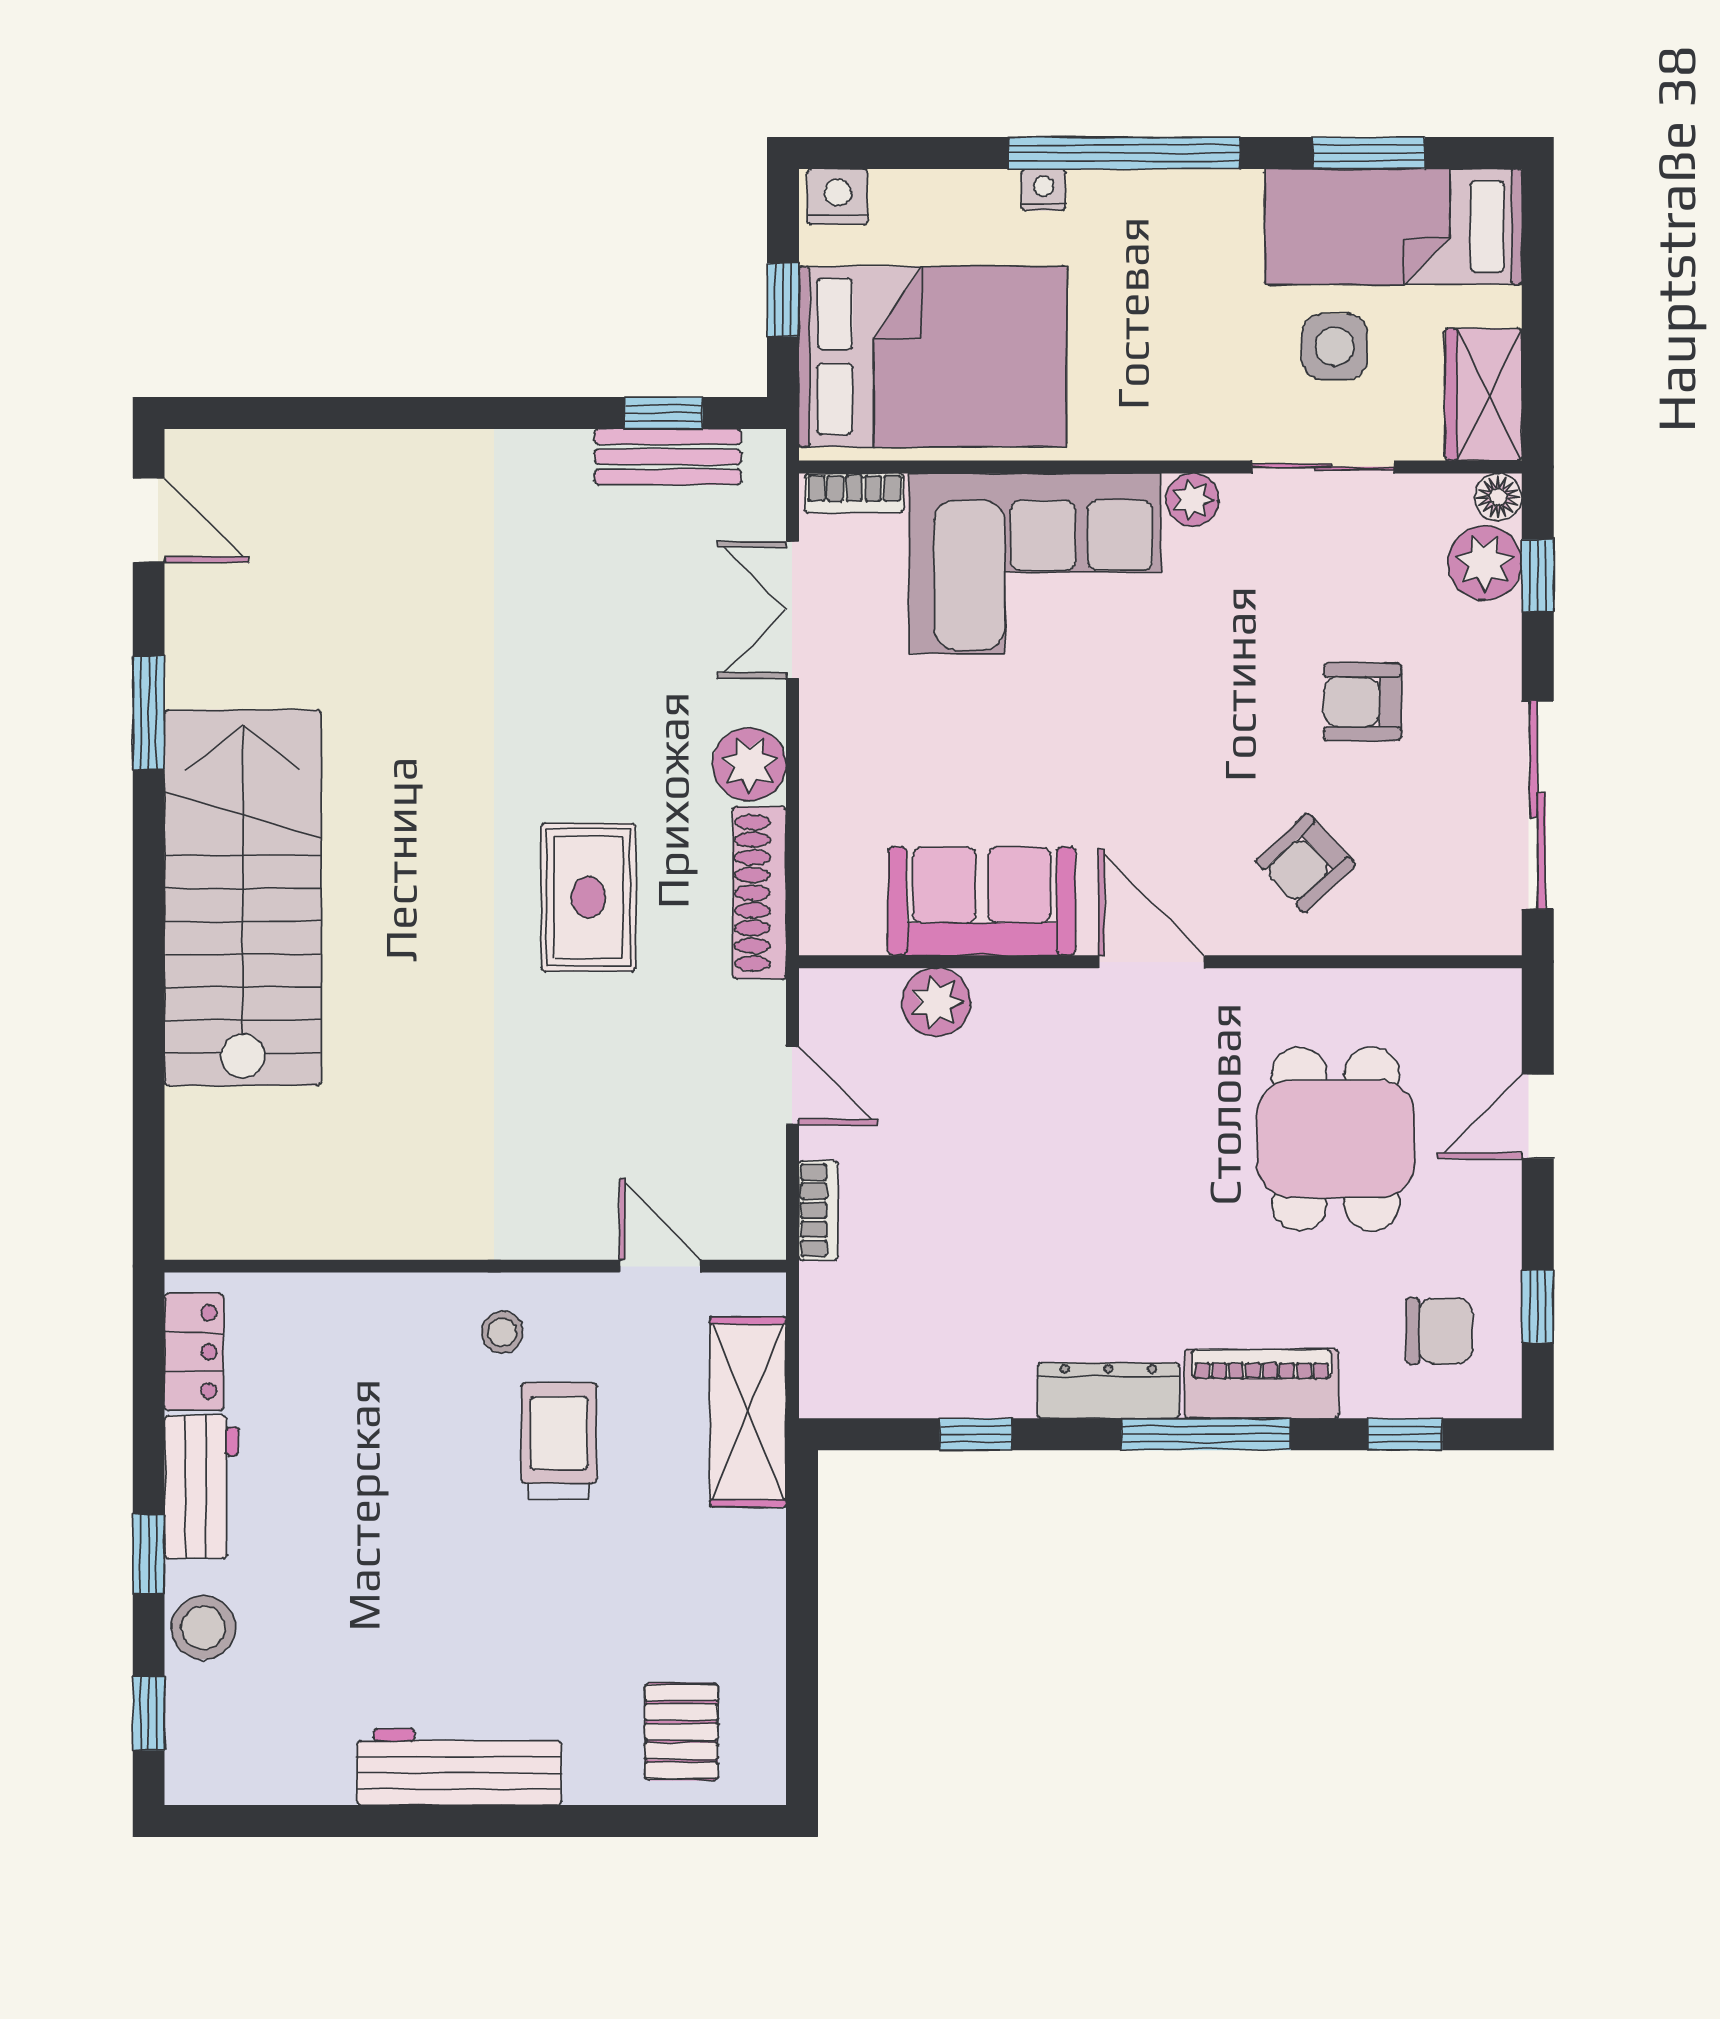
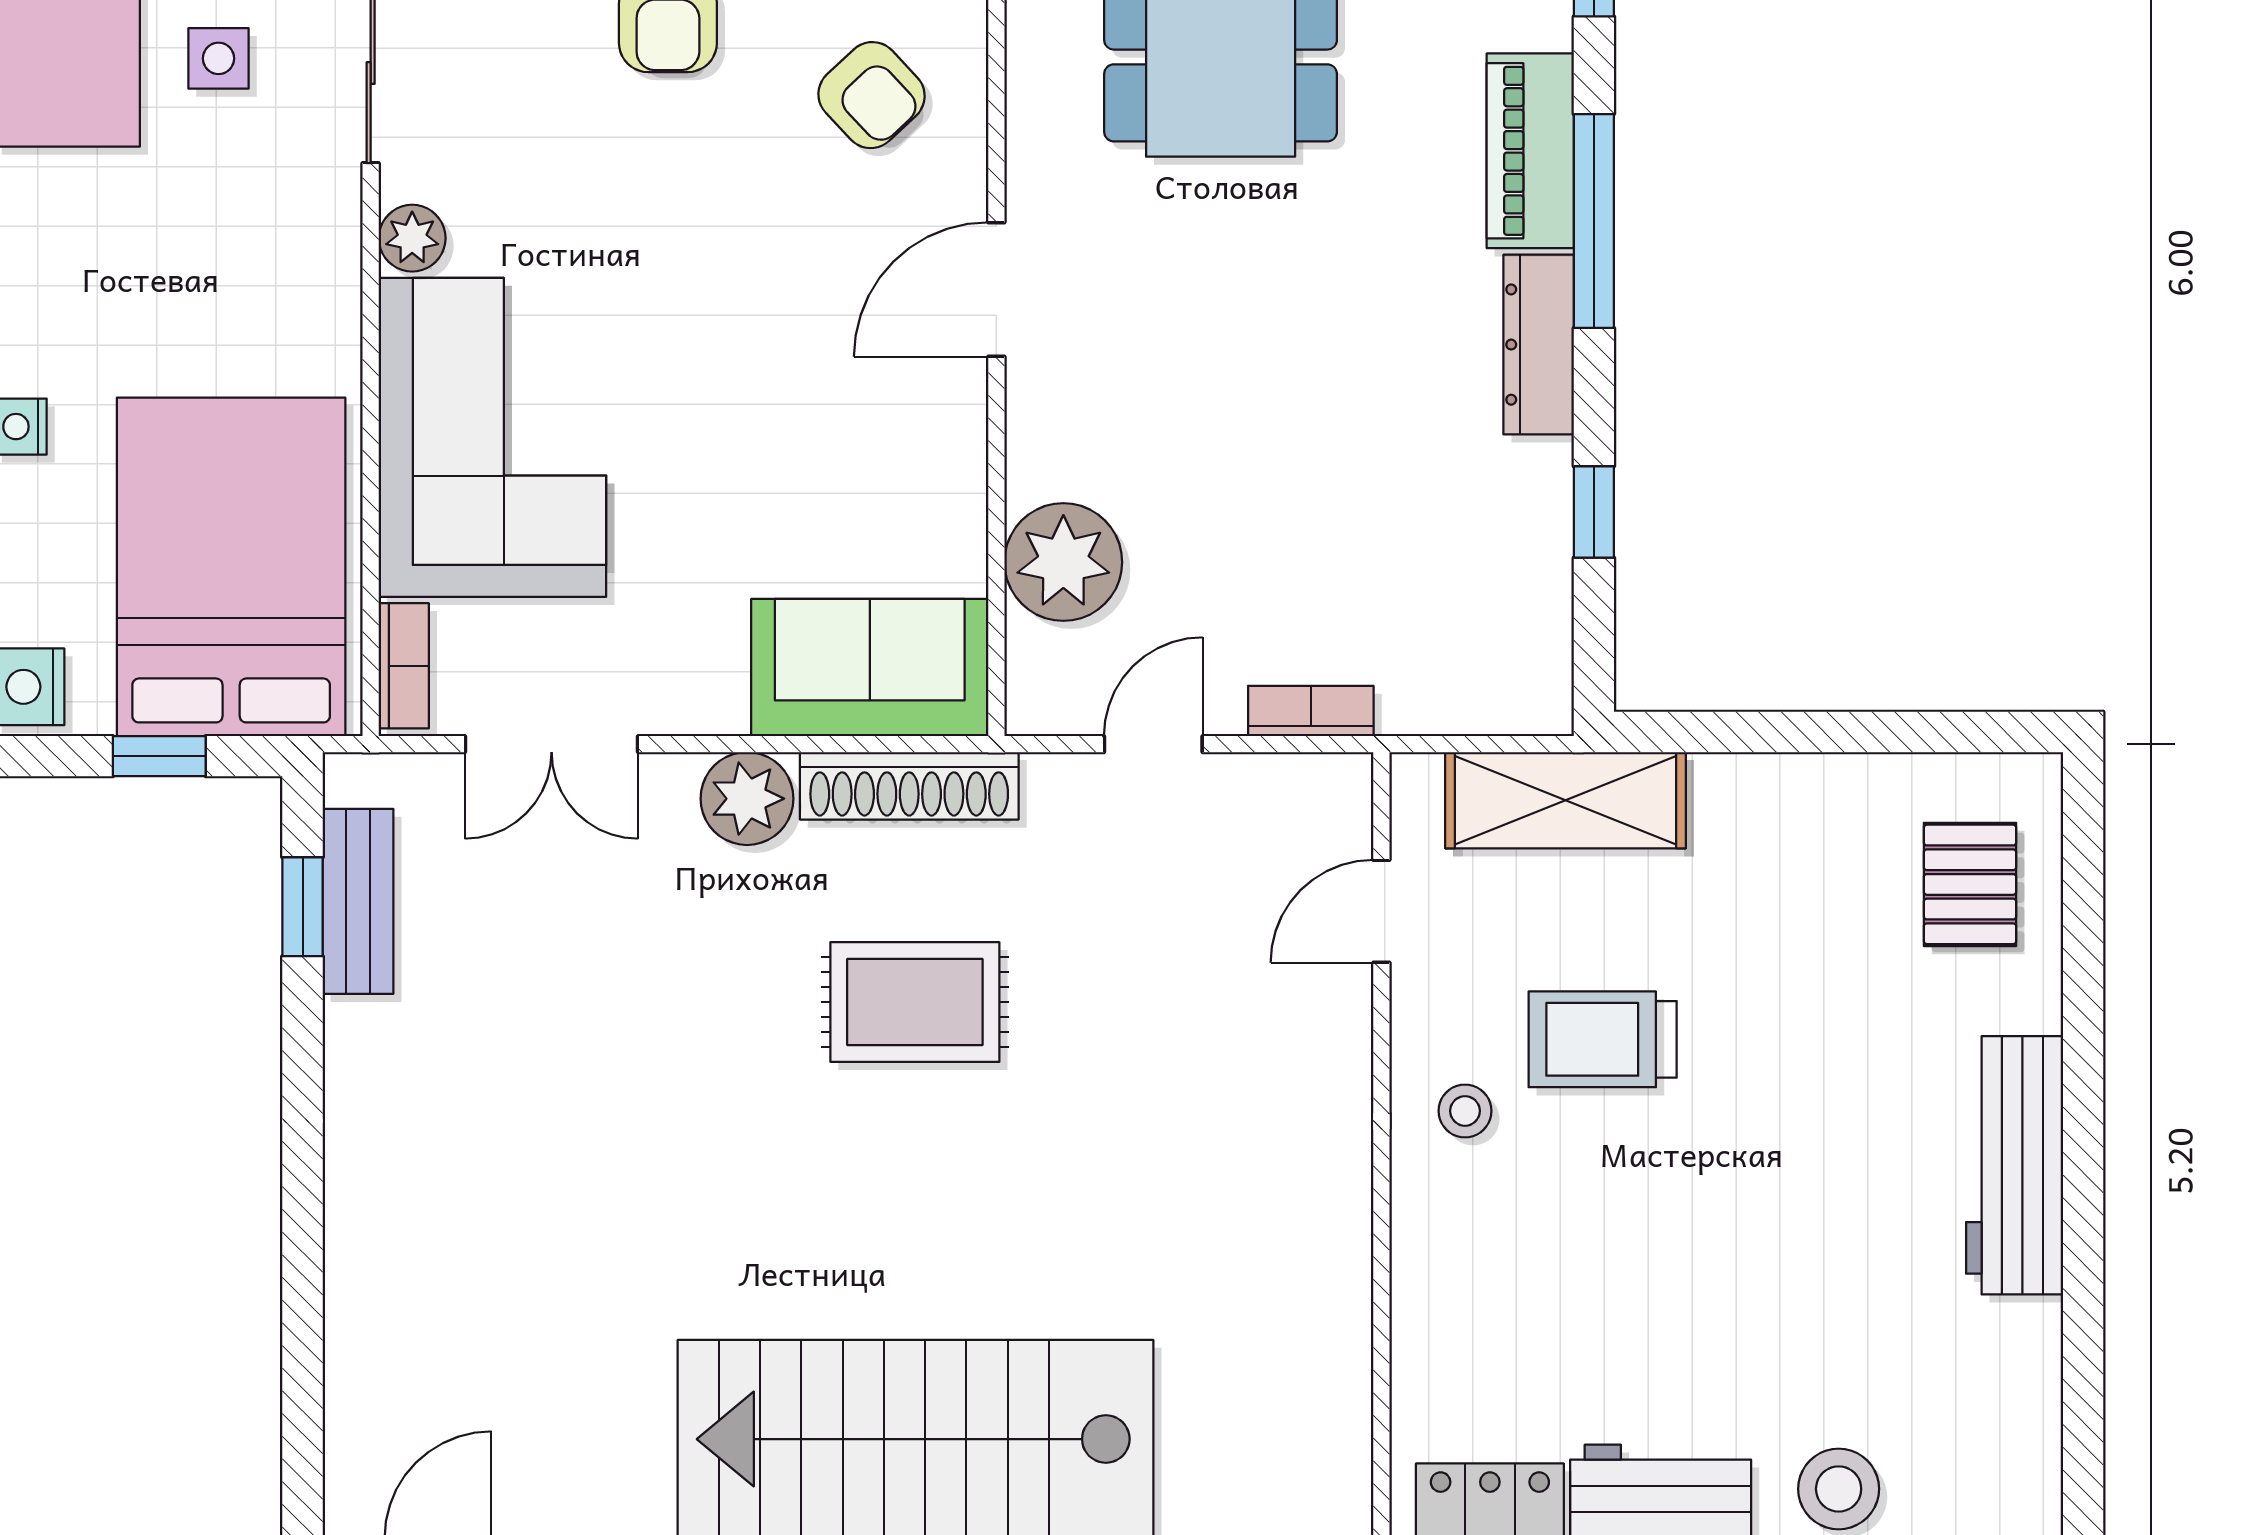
side table: (1335, 347) -> (218, 58), width x0.73, depth x0.73
sofa: (982, 901) -> (870, 667), moved, turned 90
plant: (936, 1002) -> (1063, 562), width x1.36, depth x1.36
pallet: (681, 1732) -> (1970, 884), turned 90

